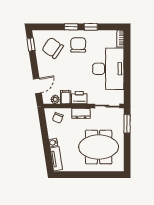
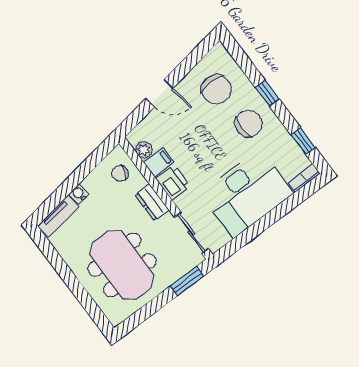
window: (91, 27) -> (303, 141), moved
window: (31, 45) -> (198, 54), removed
chair: (53, 48) -> (216, 89), turned 145
door: (37, 86) -> (159, 93), moved

